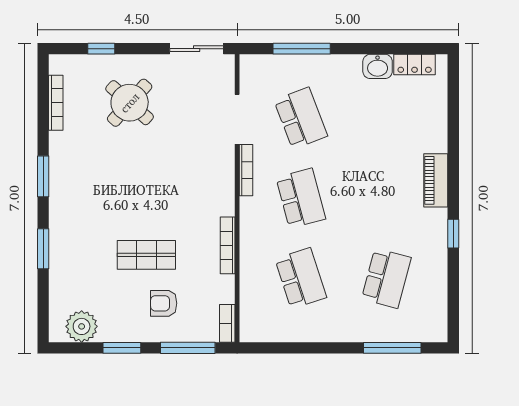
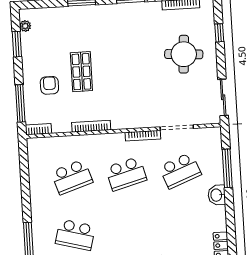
washbasin: (378, 66) -> (217, 195), moved
round table: (130, 103) -> (184, 54), turned -38
plant: (82, 326) -> (25, 26), width x0.53, depth x0.53
window: (122, 348) -> (17, 44), moved

